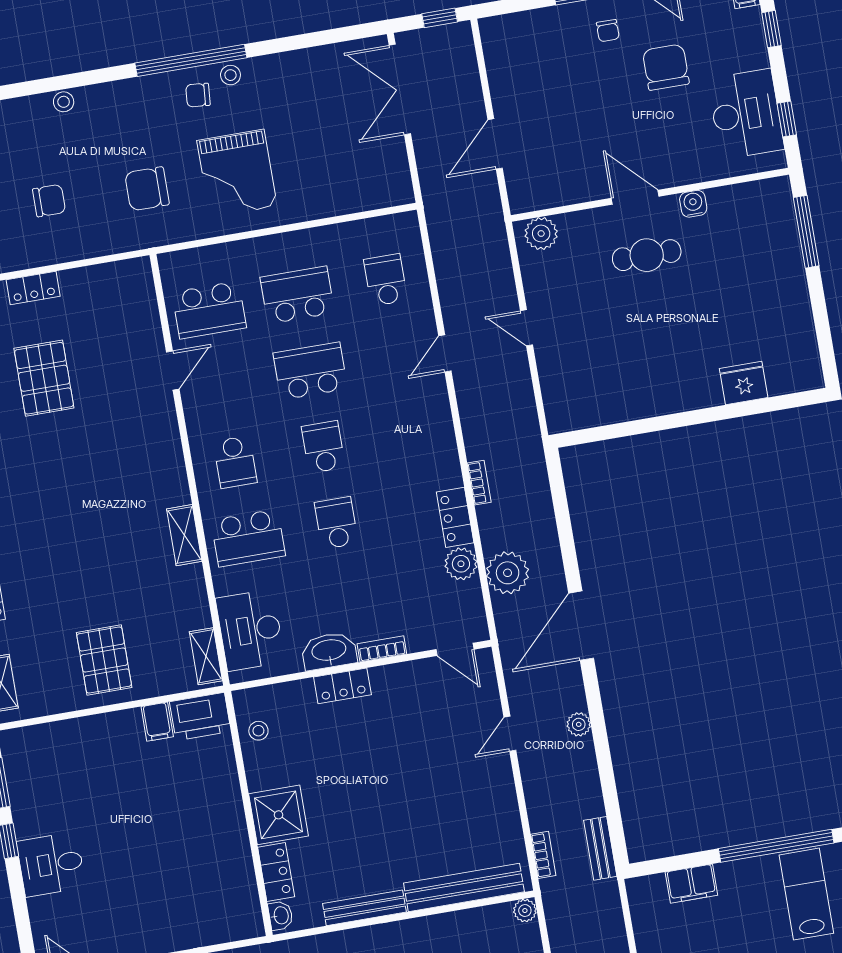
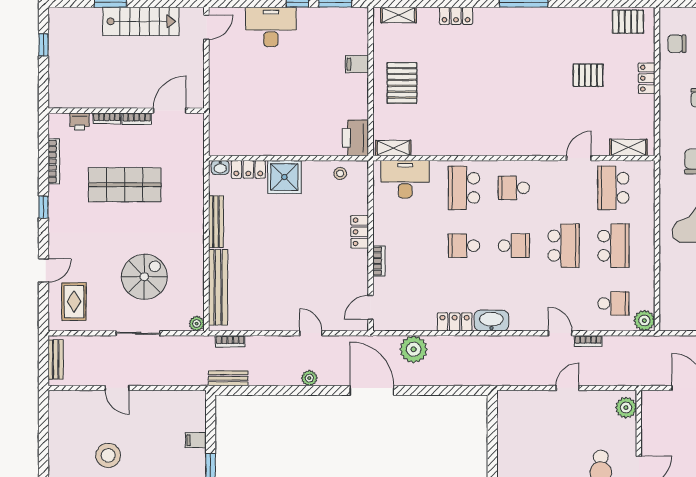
door: (173, 371) -> (579, 158), swing flipped
pallet: (44, 378) -> (588, 75), width x0.67, depth x0.71
bookcase: (479, 483) -> (588, 341), moved
school desk: (336, 523) -> (464, 246), turned 180
shelving: (184, 535) -> (628, 147), moved
plant: (461, 564) -> (644, 321), moved
washbasin: (329, 651) -> (491, 321), moved, turned -90
pallet: (104, 660) -> (402, 83), turned 90
filing cabinet: (157, 722) -> (357, 64), moved
desk: (51, 864) -> (271, 27), width x1.37
filing cabinet: (691, 884) -> (196, 440), width x0.50

